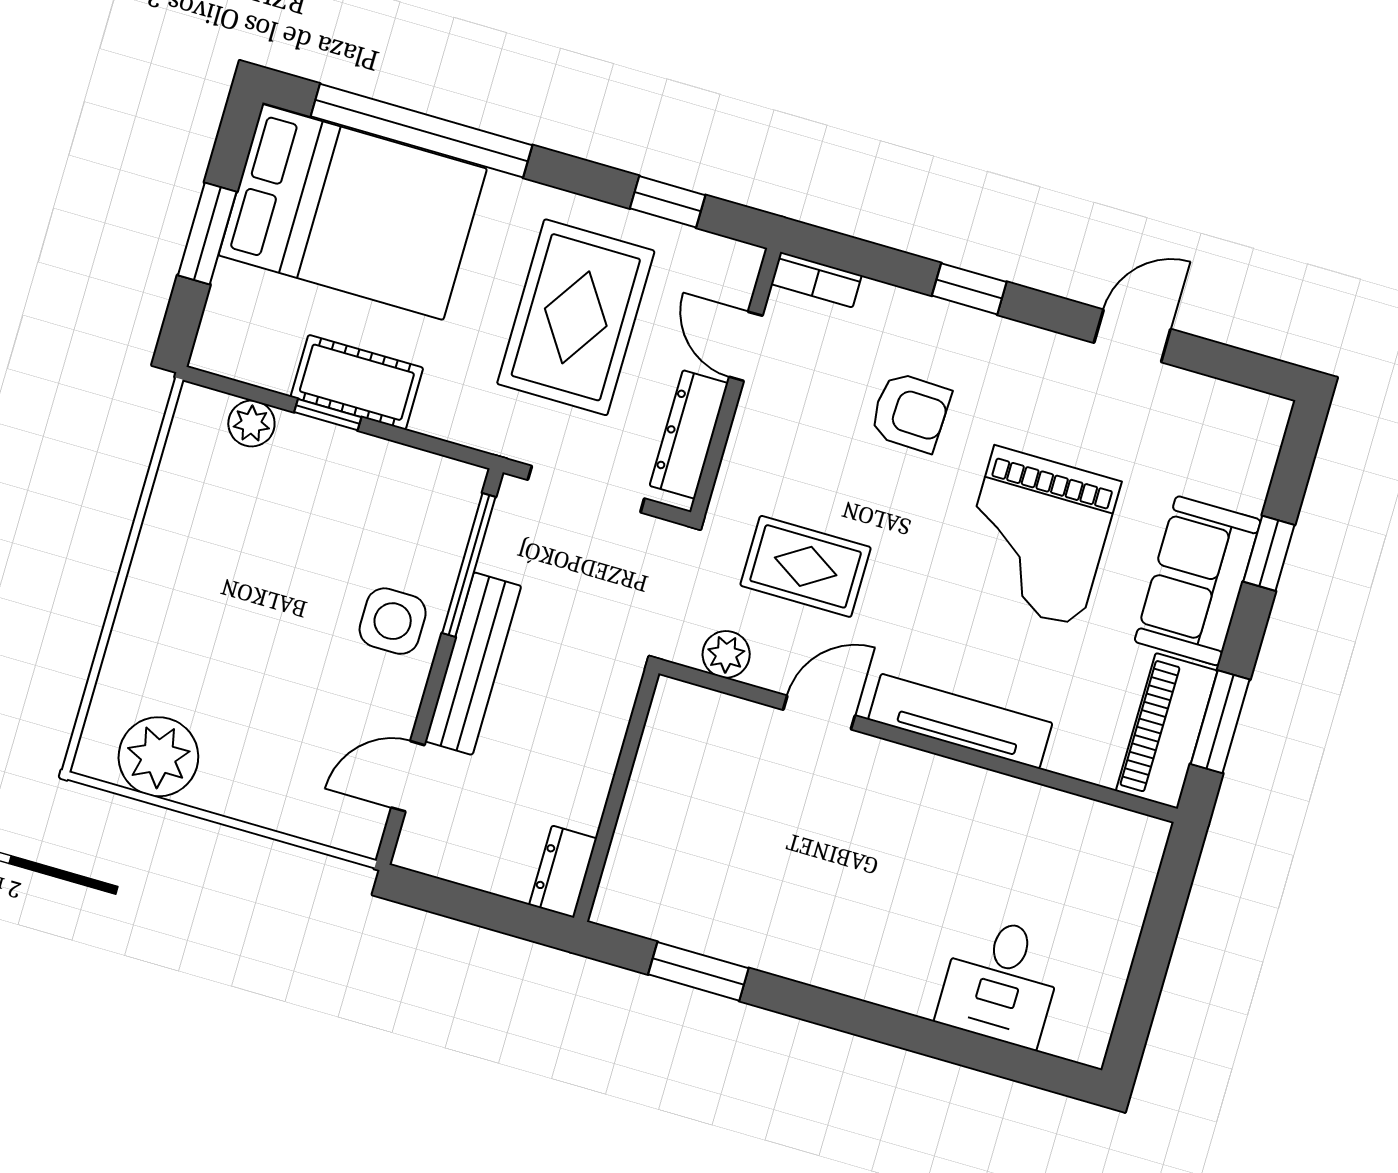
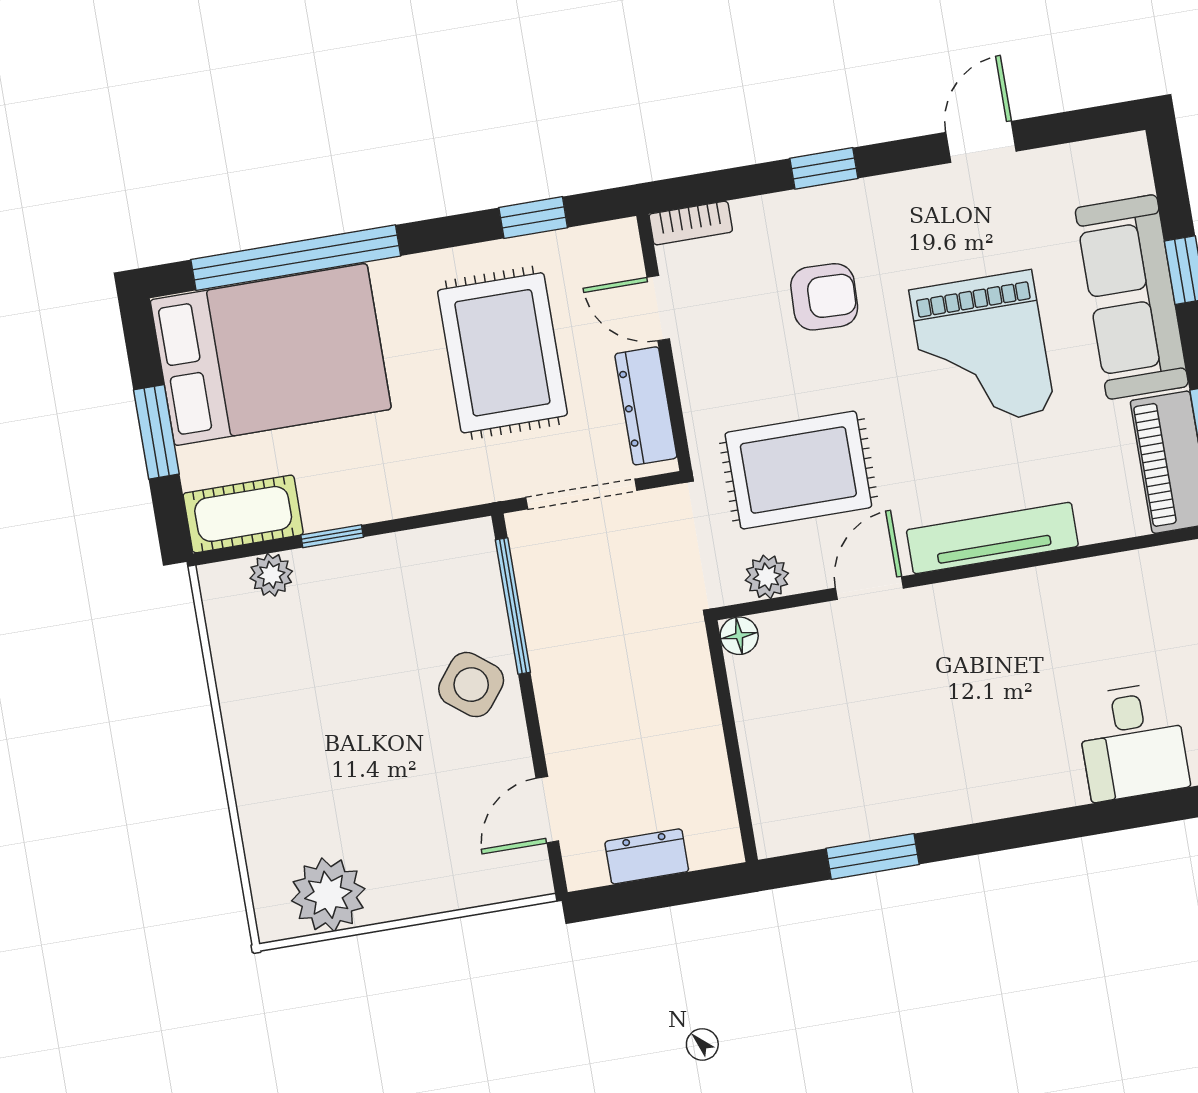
cot: (357, 382) -> (243, 514), moved
rug: (806, 566) -> (798, 470), width x1.36, depth x1.43
sofa: (1198, 581) -> (1132, 297), width x1.36
side table: (393, 621) -> (471, 685), turned 38
bench: (473, 664) -> (557, 688), removed
floor lamp: (672, 698) -> (739, 636), added
dresser: (563, 872) -> (647, 856), moved, turned 90

